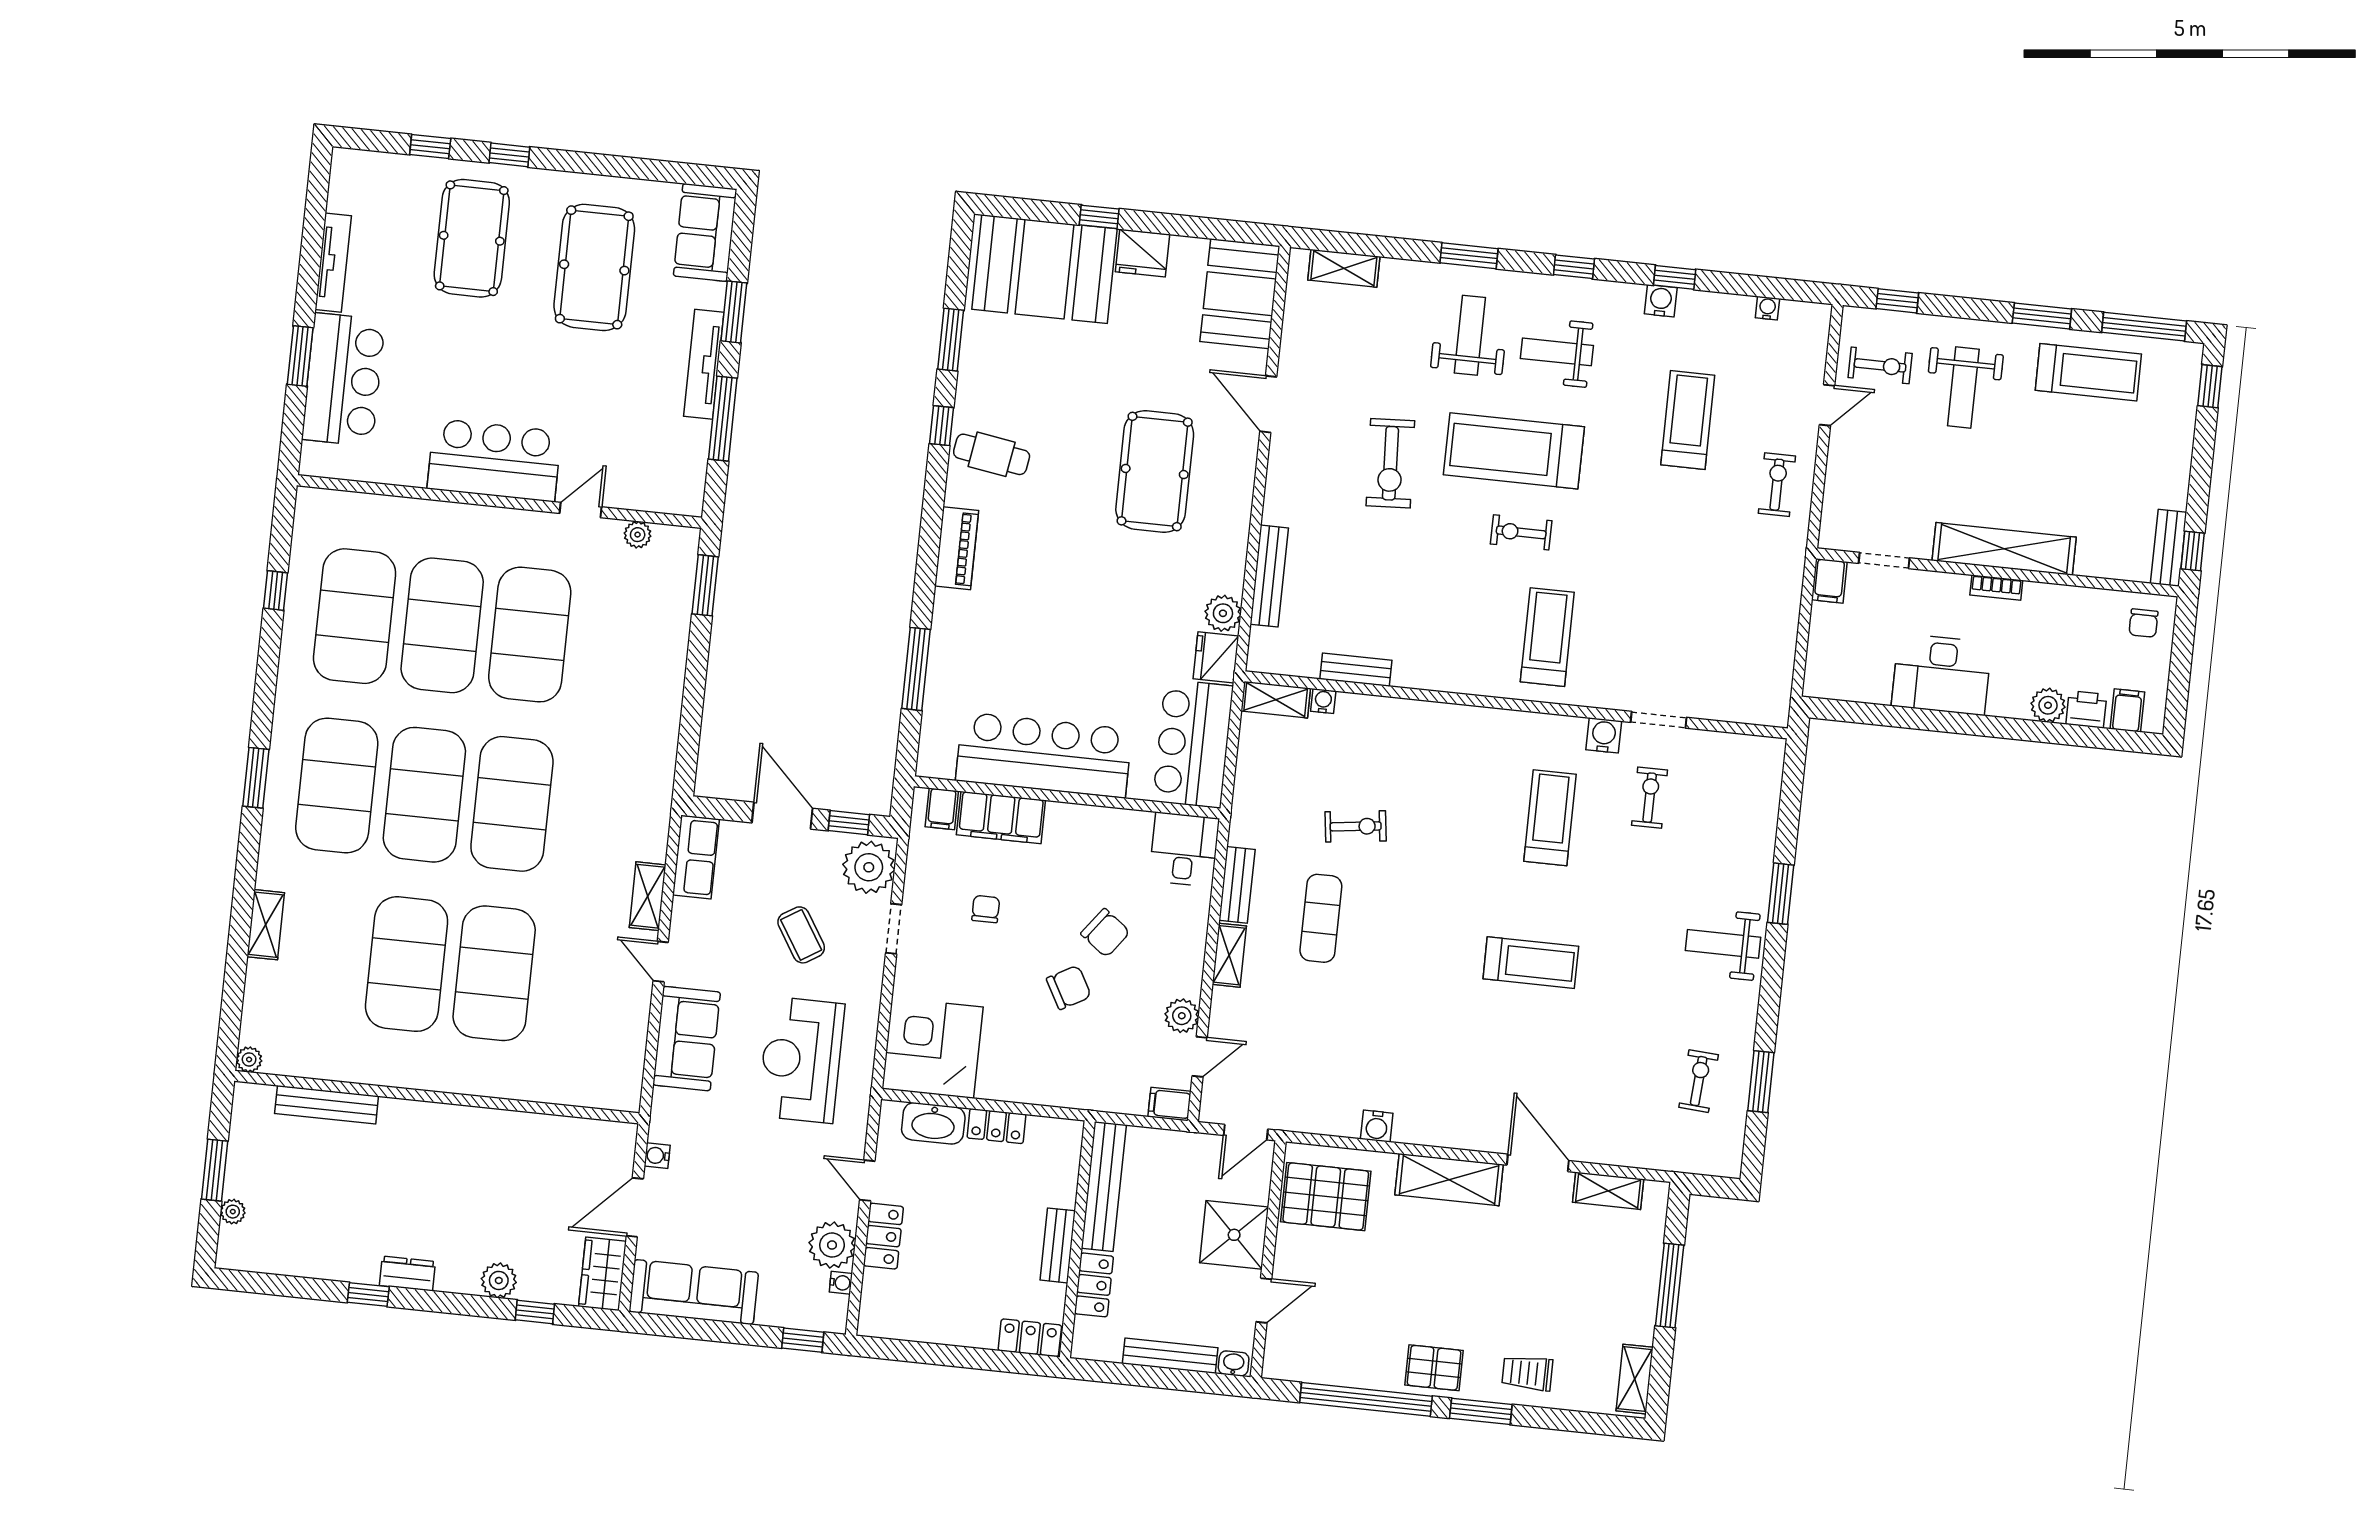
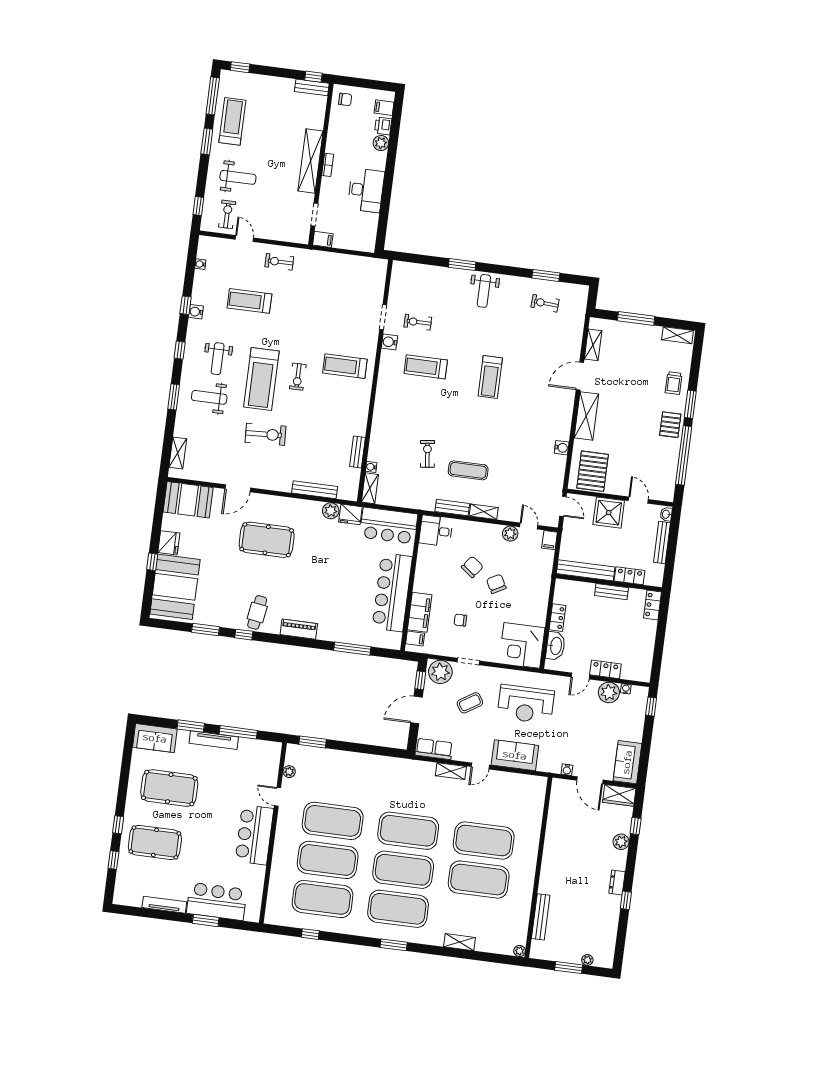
treadmill: (1531, 963) -> (490, 377), turned 180
sofa: (694, 1292) -> (627, 762), width x0.73

